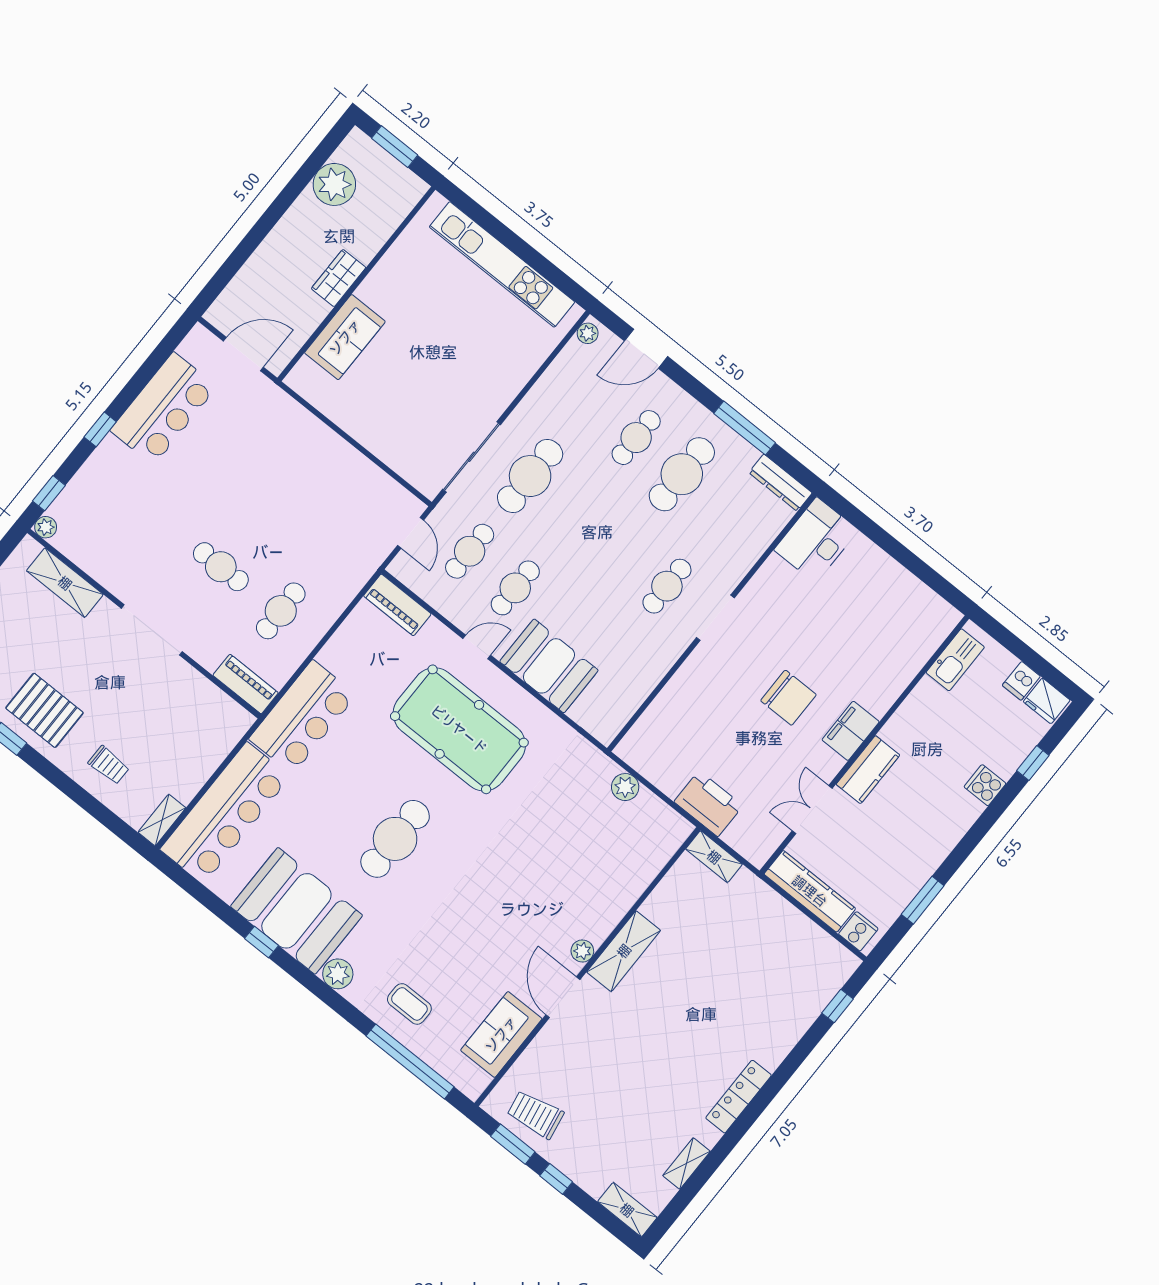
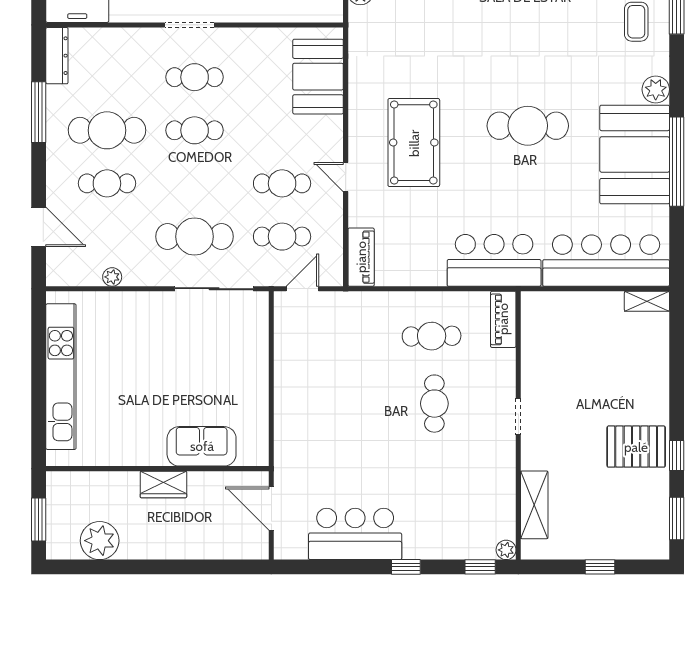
plant: (588, 333) -> (112, 277), moved
cafe table: (621, 549) -> (195, 130), added
doorway: (152, 630) -> (518, 416), width x0.53
booth: (549, 666) -> (318, 77), moved
pallet: (44, 710) -> (636, 447), turned 90
pool table: (459, 729) -> (414, 143), width x0.73, depth x0.76
trolley: (109, 765) -> (638, 370), removed
window: (261, 942) -> (677, 162), width x3.17

